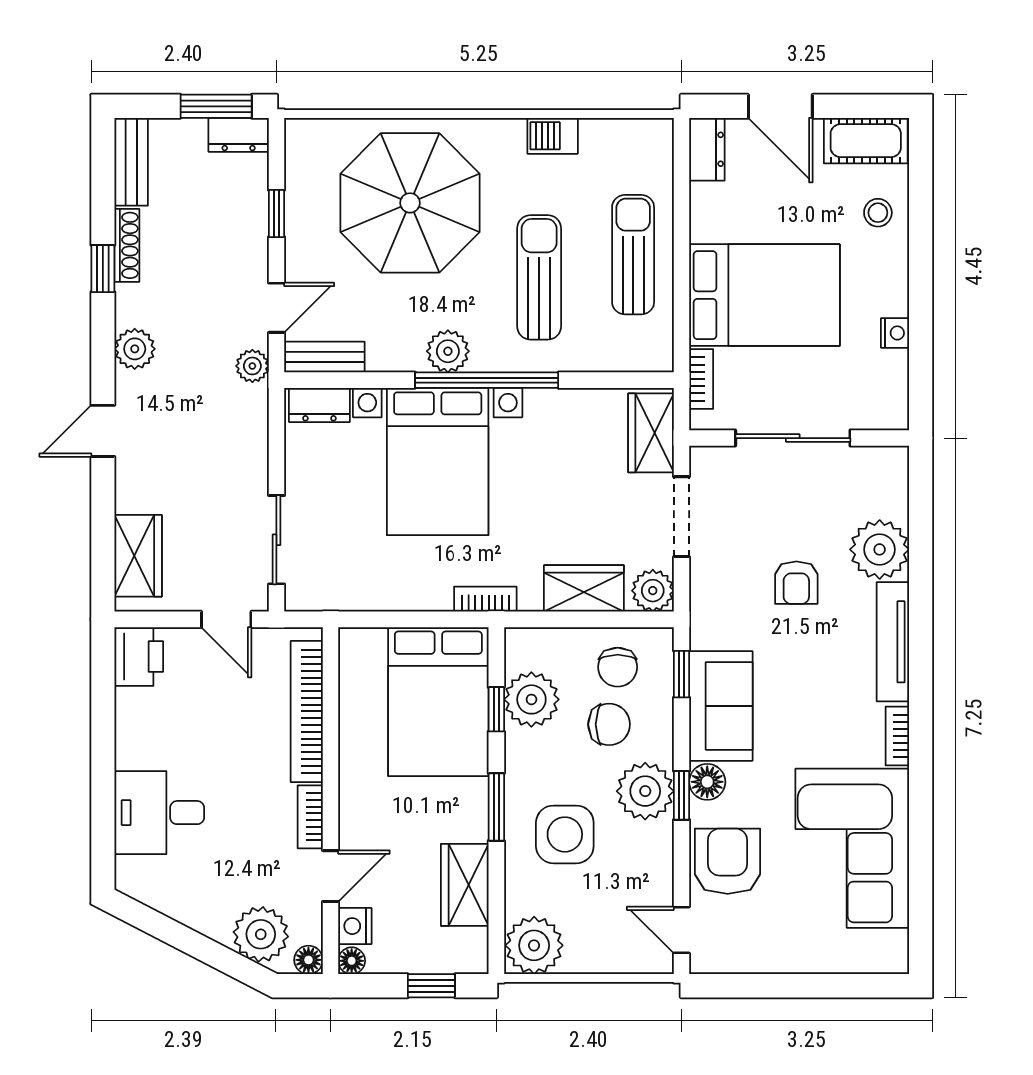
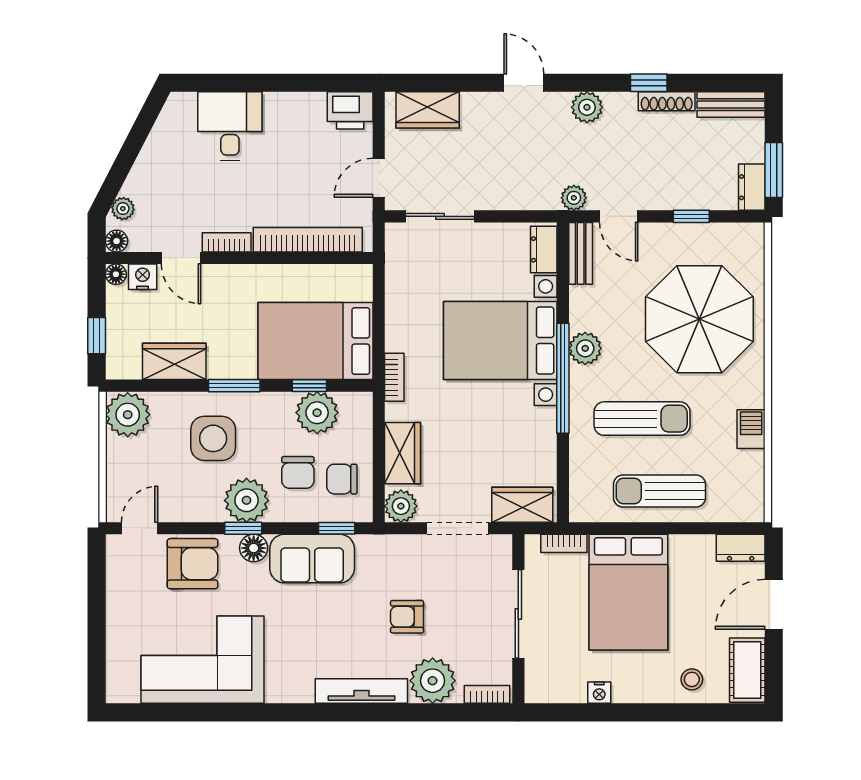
sun lounger: (633, 255) -> (660, 491), turned 180
bookcase: (897, 736) -> (487, 694), moved
plant: (261, 934) -> (123, 209), width x0.53, depth x0.53

